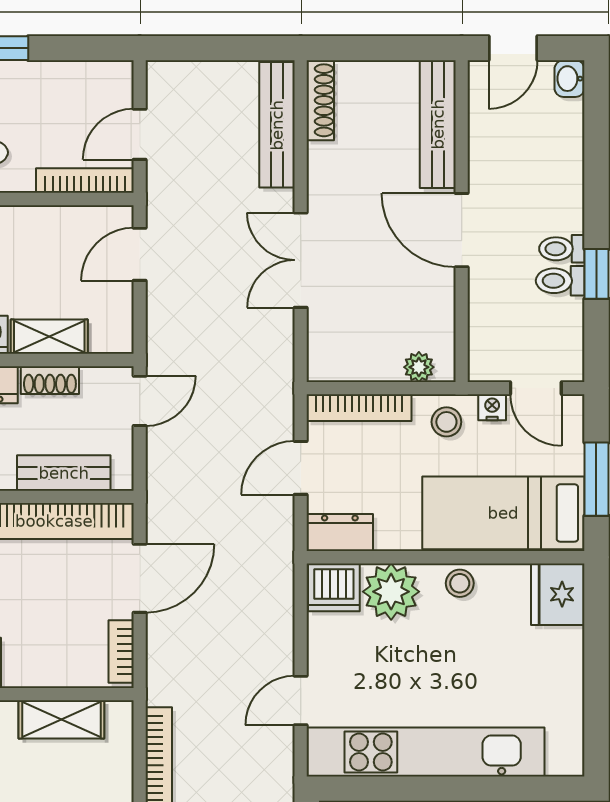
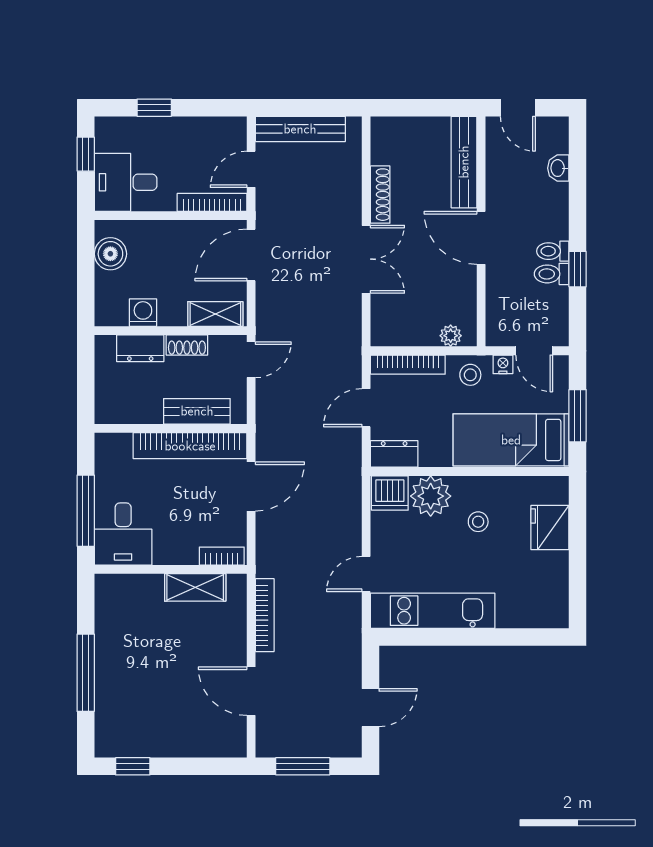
door: (513, 48) -> (518, 108), hinge flipped
washbasin: (570, 79) -> (558, 168), moved
shoe rack: (320, 100) -> (380, 195), moved
bench: (277, 125) -> (300, 129), moved, turned 90
door: (140, 254) -> (251, 255), width x1.38
double door: (301, 260) -> (366, 259), swing flipped
shelving: (49, 337) -> (215, 314), moved
stool: (460, 583) -> (478, 522), moved
fridge: (558, 594) -> (550, 527), moved
bookcase: (121, 651) -> (222, 556), moved, turned 90
kitchen unit: (426, 752) -> (433, 611), width x0.73

